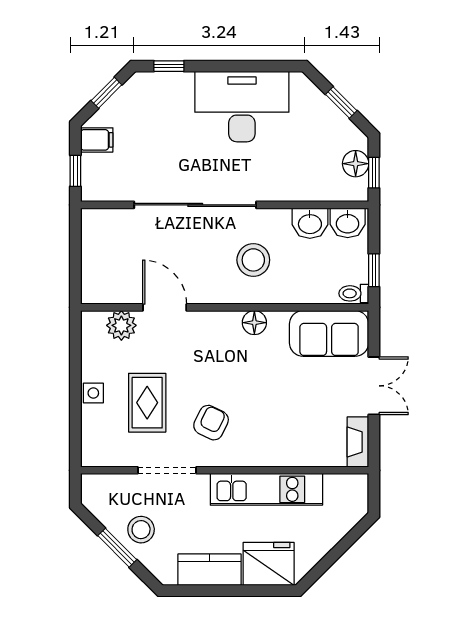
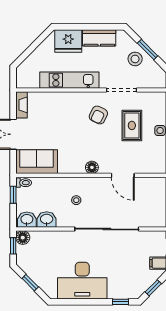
floor lamp: (356, 164) -> (23, 238), moved
stool: (253, 260) -> (76, 200), width x0.53, depth x0.53
floor lamp: (254, 323) -> (92, 167), moved
plant: (121, 325) -> (145, 166), removed

